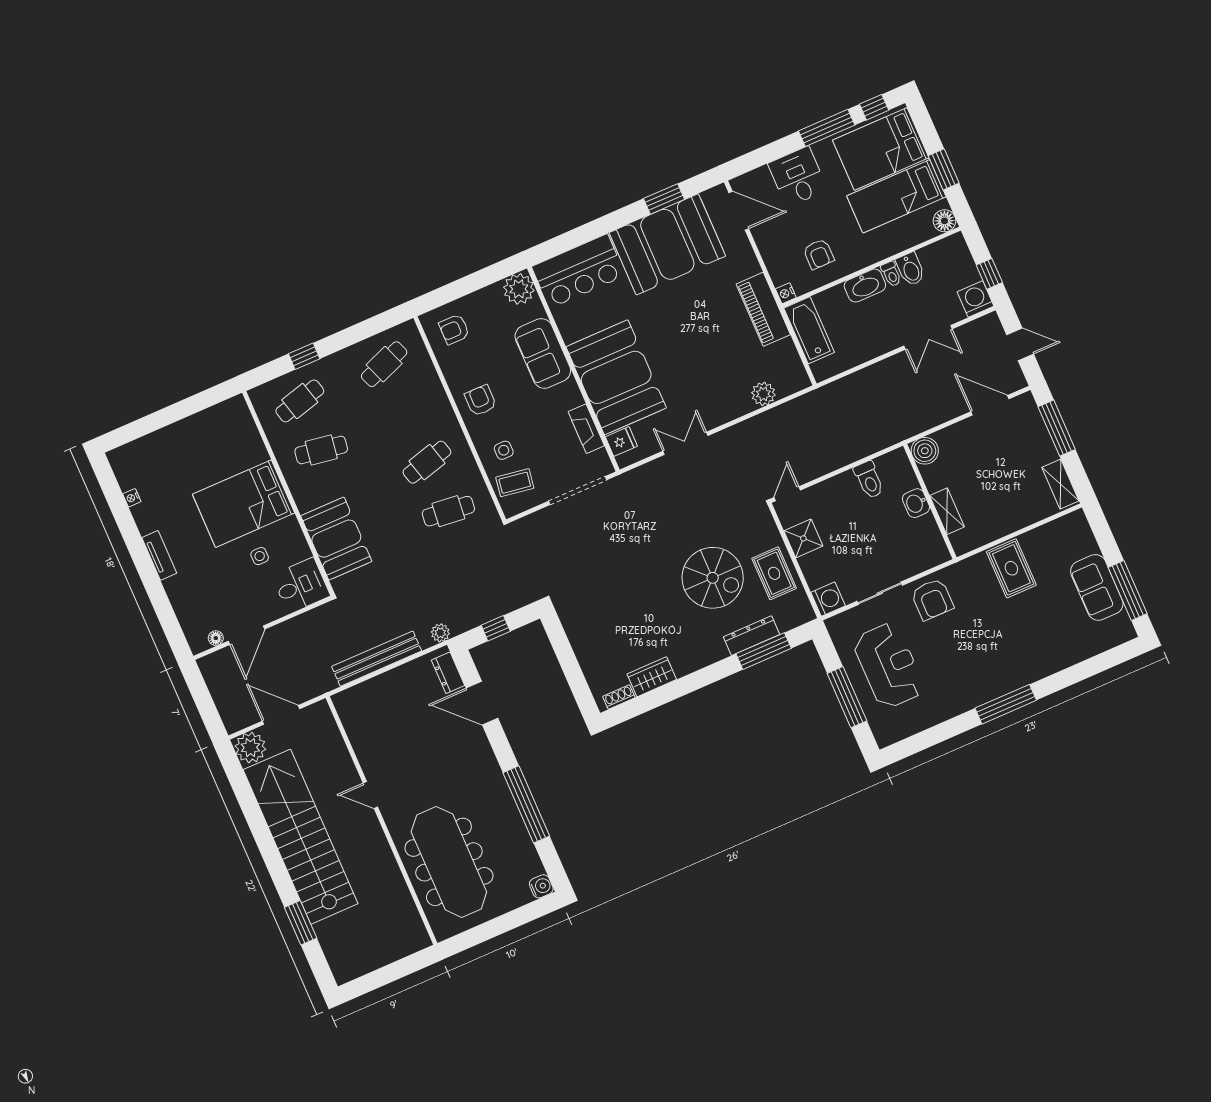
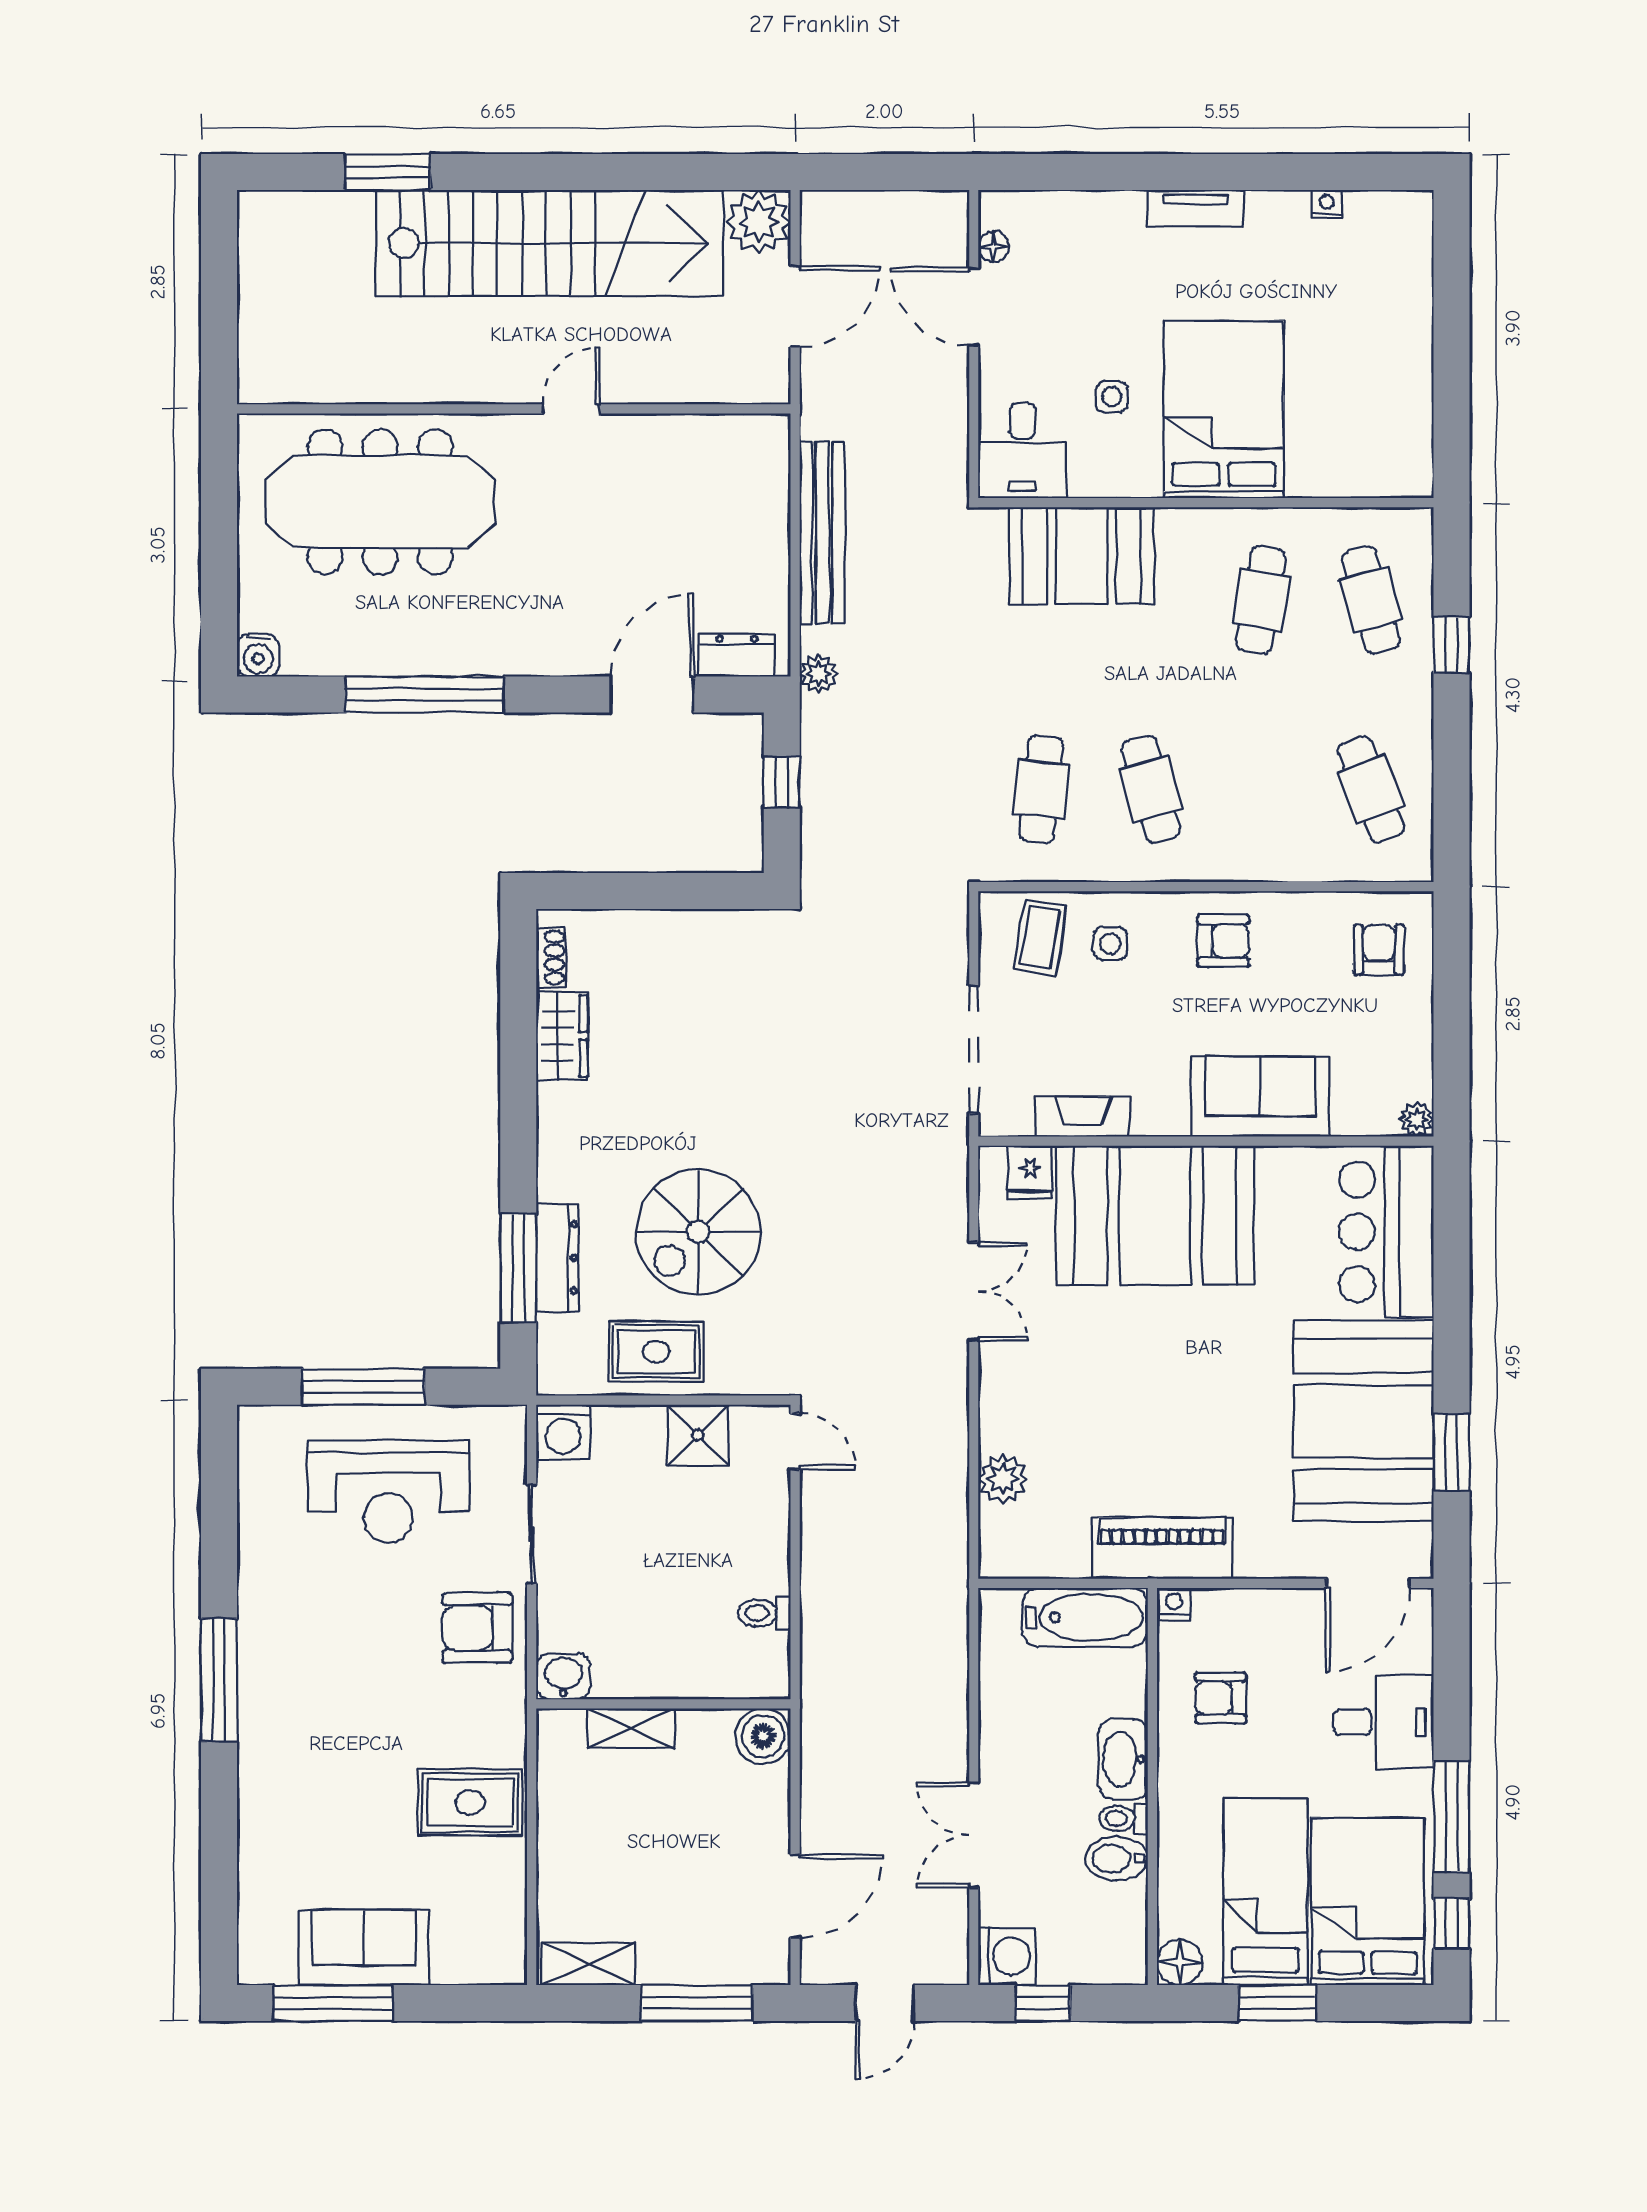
plant: (519, 289) -> (1417, 1120), width x0.53, depth x0.53
toilet: (869, 480) -> (764, 1613), width x0.73, depth x0.72
washbasin: (916, 503) -> (563, 1676), moved

